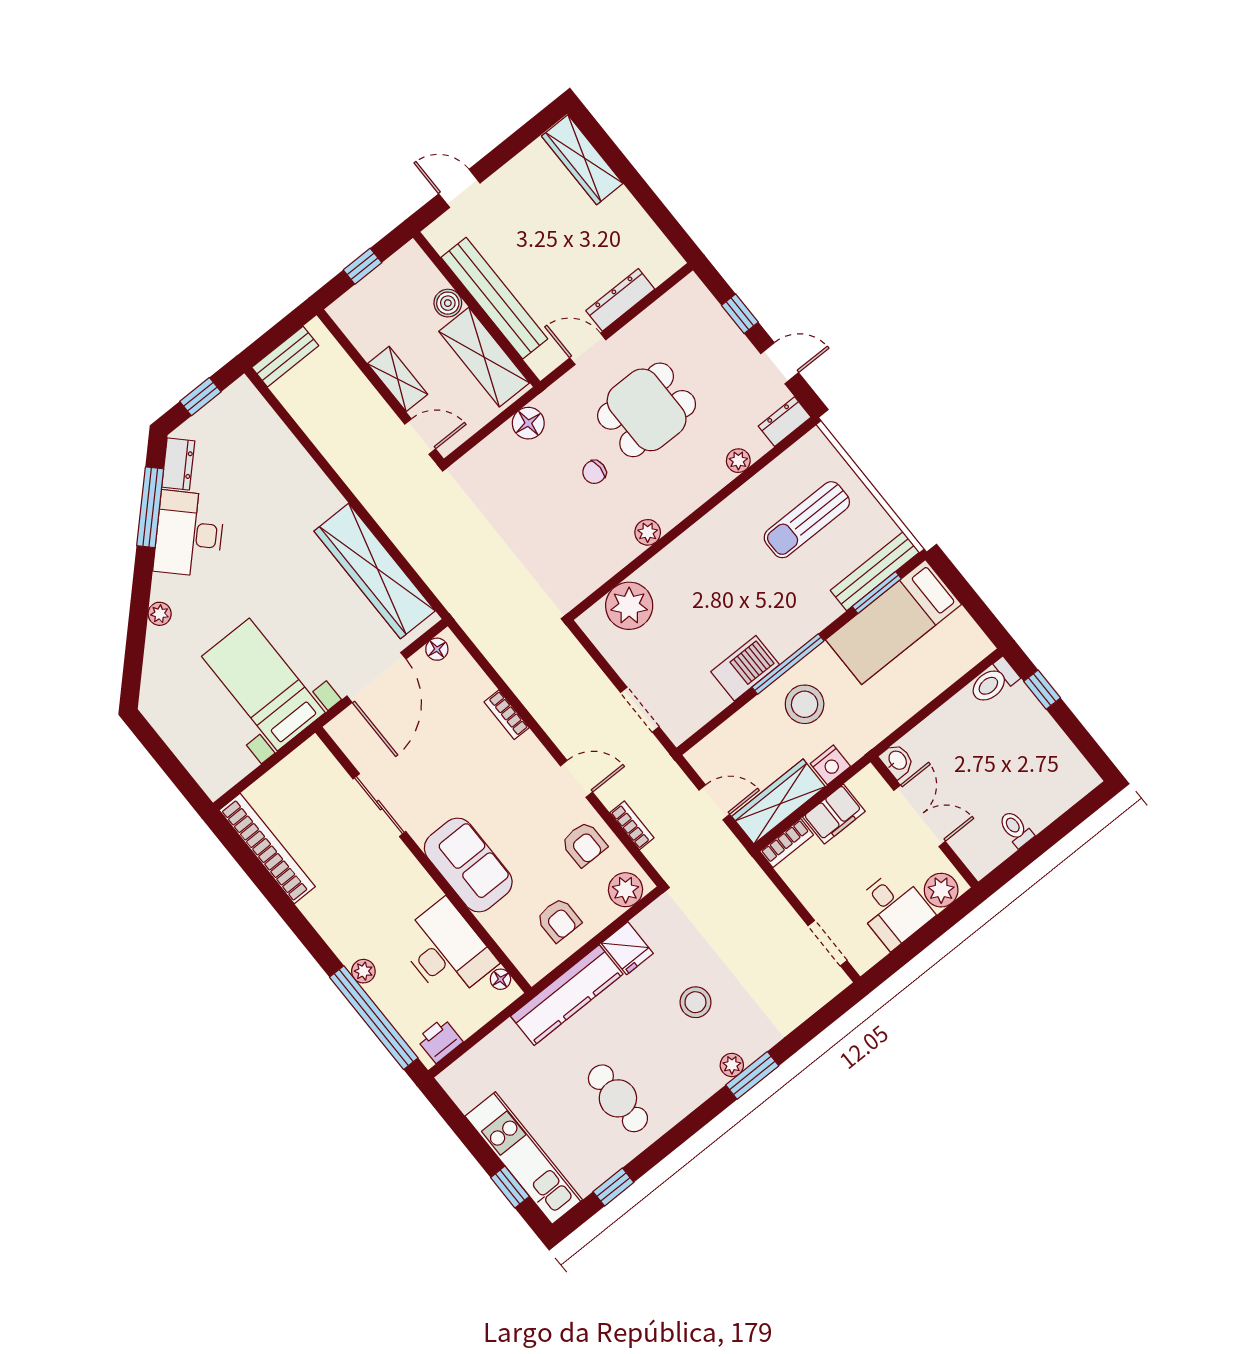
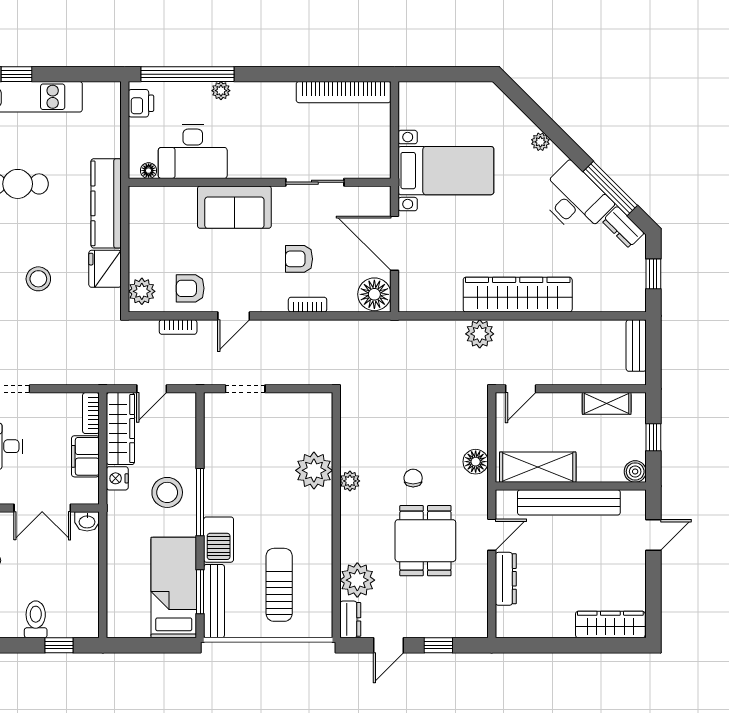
boiler: (448, 303) -> (635, 471), moved
shelving: (398, 379) -> (607, 403), moved
plant: (738, 461) -> (357, 580), width x1.87, depth x1.87
plant: (398, 521) -> (480, 334), added
wardrobe: (375, 571) -> (518, 295), moved
plant: (629, 606) -> (314, 470), moved
floor lamp: (437, 649) -> (374, 294), width x1.89, depth x1.89
barbecue: (745, 668) -> (219, 540), moved
toilet: (994, 682) -> (36, 619), moved
armchair: (559, 920) -> (299, 259), moved
fridge: (627, 948) -> (105, 269), width x1.38

